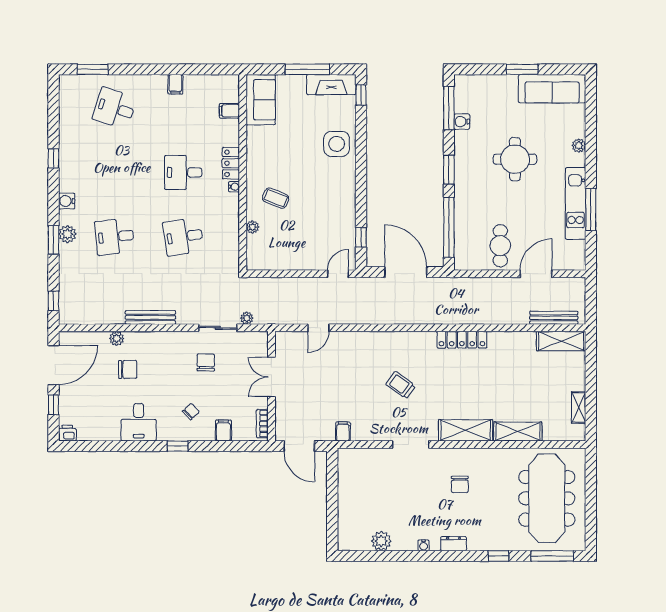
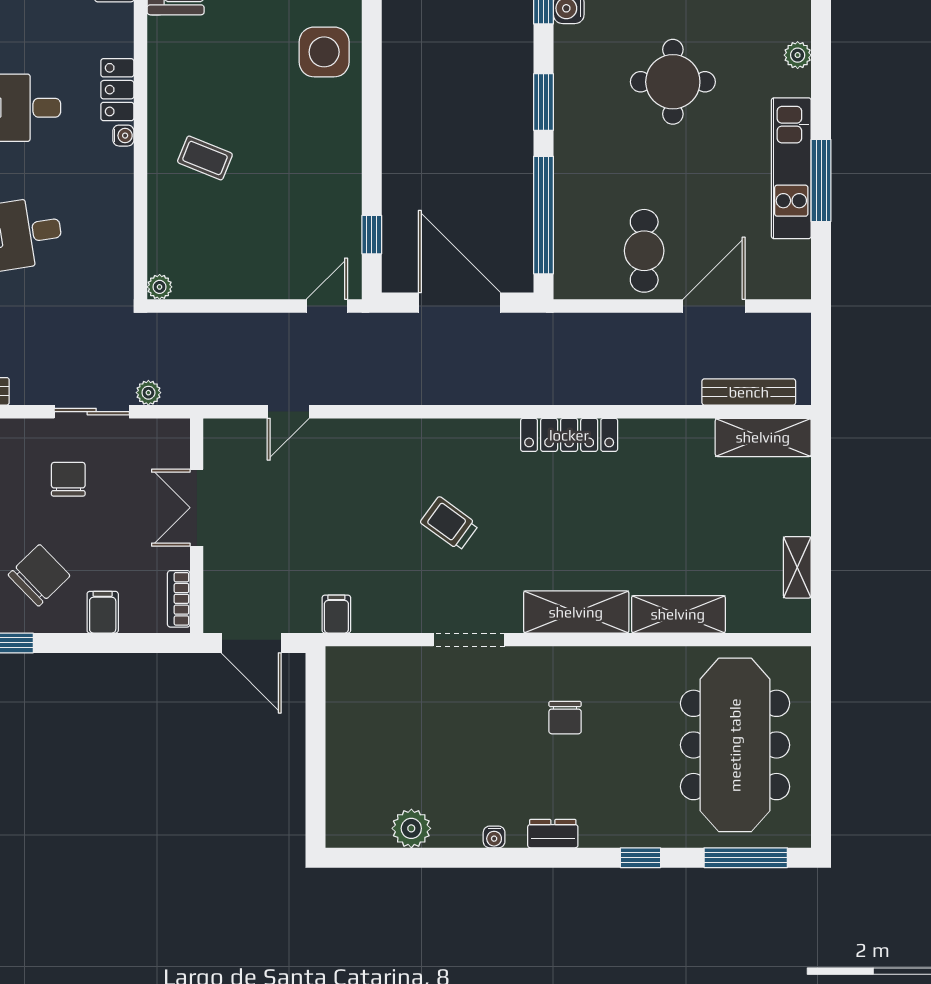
plant: (252, 227) -> (160, 287), moved
chair: (191, 412) -> (39, 575), width x1.87, depth x1.87

